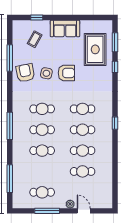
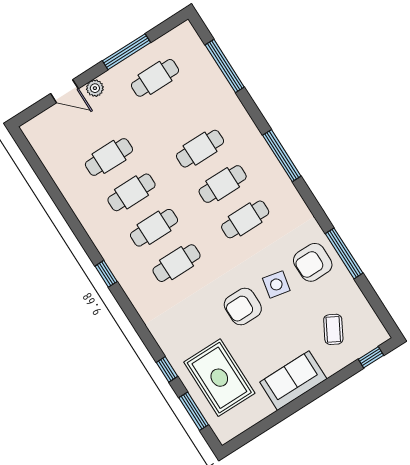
window: (37, 17) -> (371, 357), moved
window: (10, 58) -> (344, 253), moved
armchair: (25, 73) -> (313, 262), turned 101

